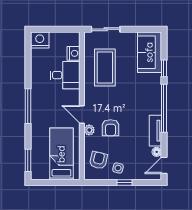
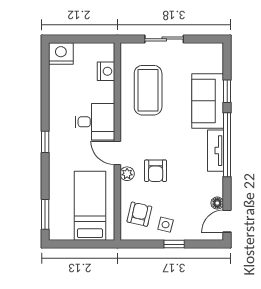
sliding door: (106, 29) -> (164, 39), moved
sofa: (149, 52) -> (208, 101), moved
desk: (65, 75) -> (95, 122), moved
window: (28, 106) -> (45, 142), width x0.46
tv unit: (155, 131) -> (215, 151), moved

